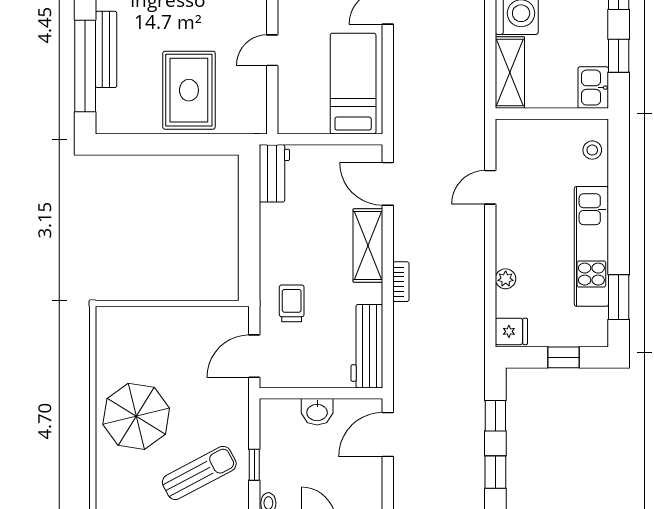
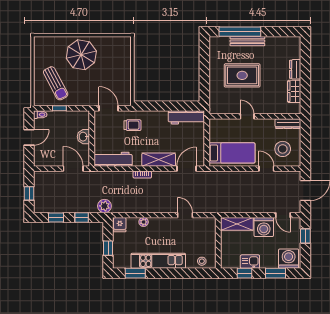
kitchen sink: (593, 88) -> (250, 262), moved
rug: (189, 90) -> (242, 75), moved
workbench: (274, 173) -> (186, 117), width x1.38
plant: (470, 365) -> (104, 206), added

